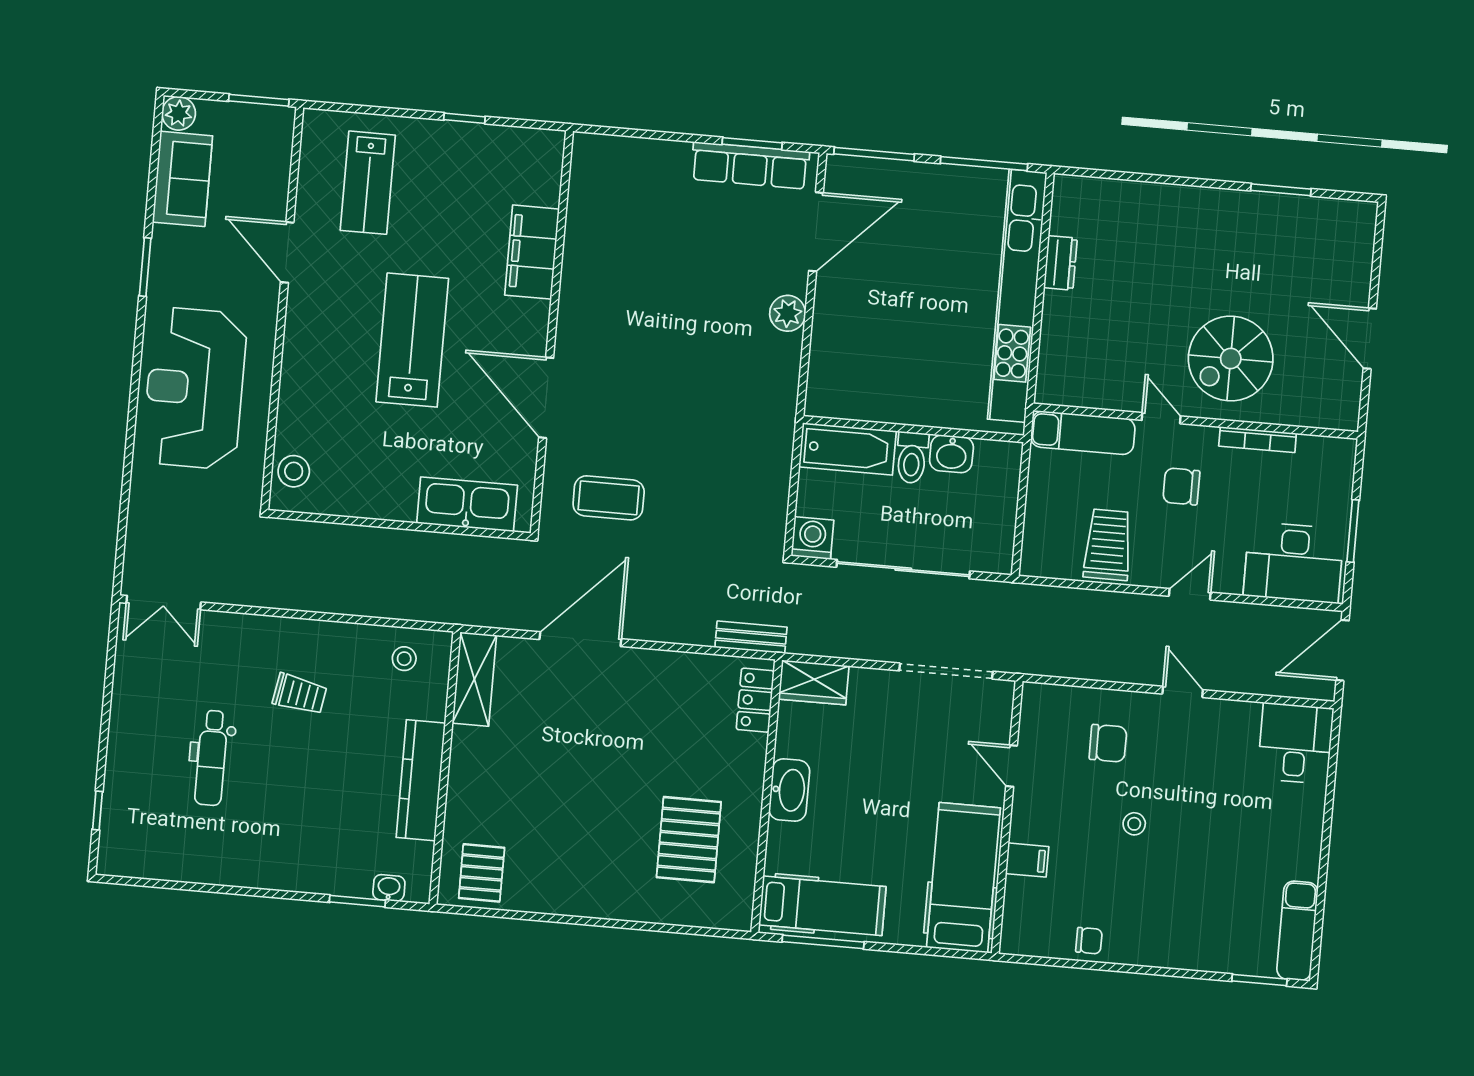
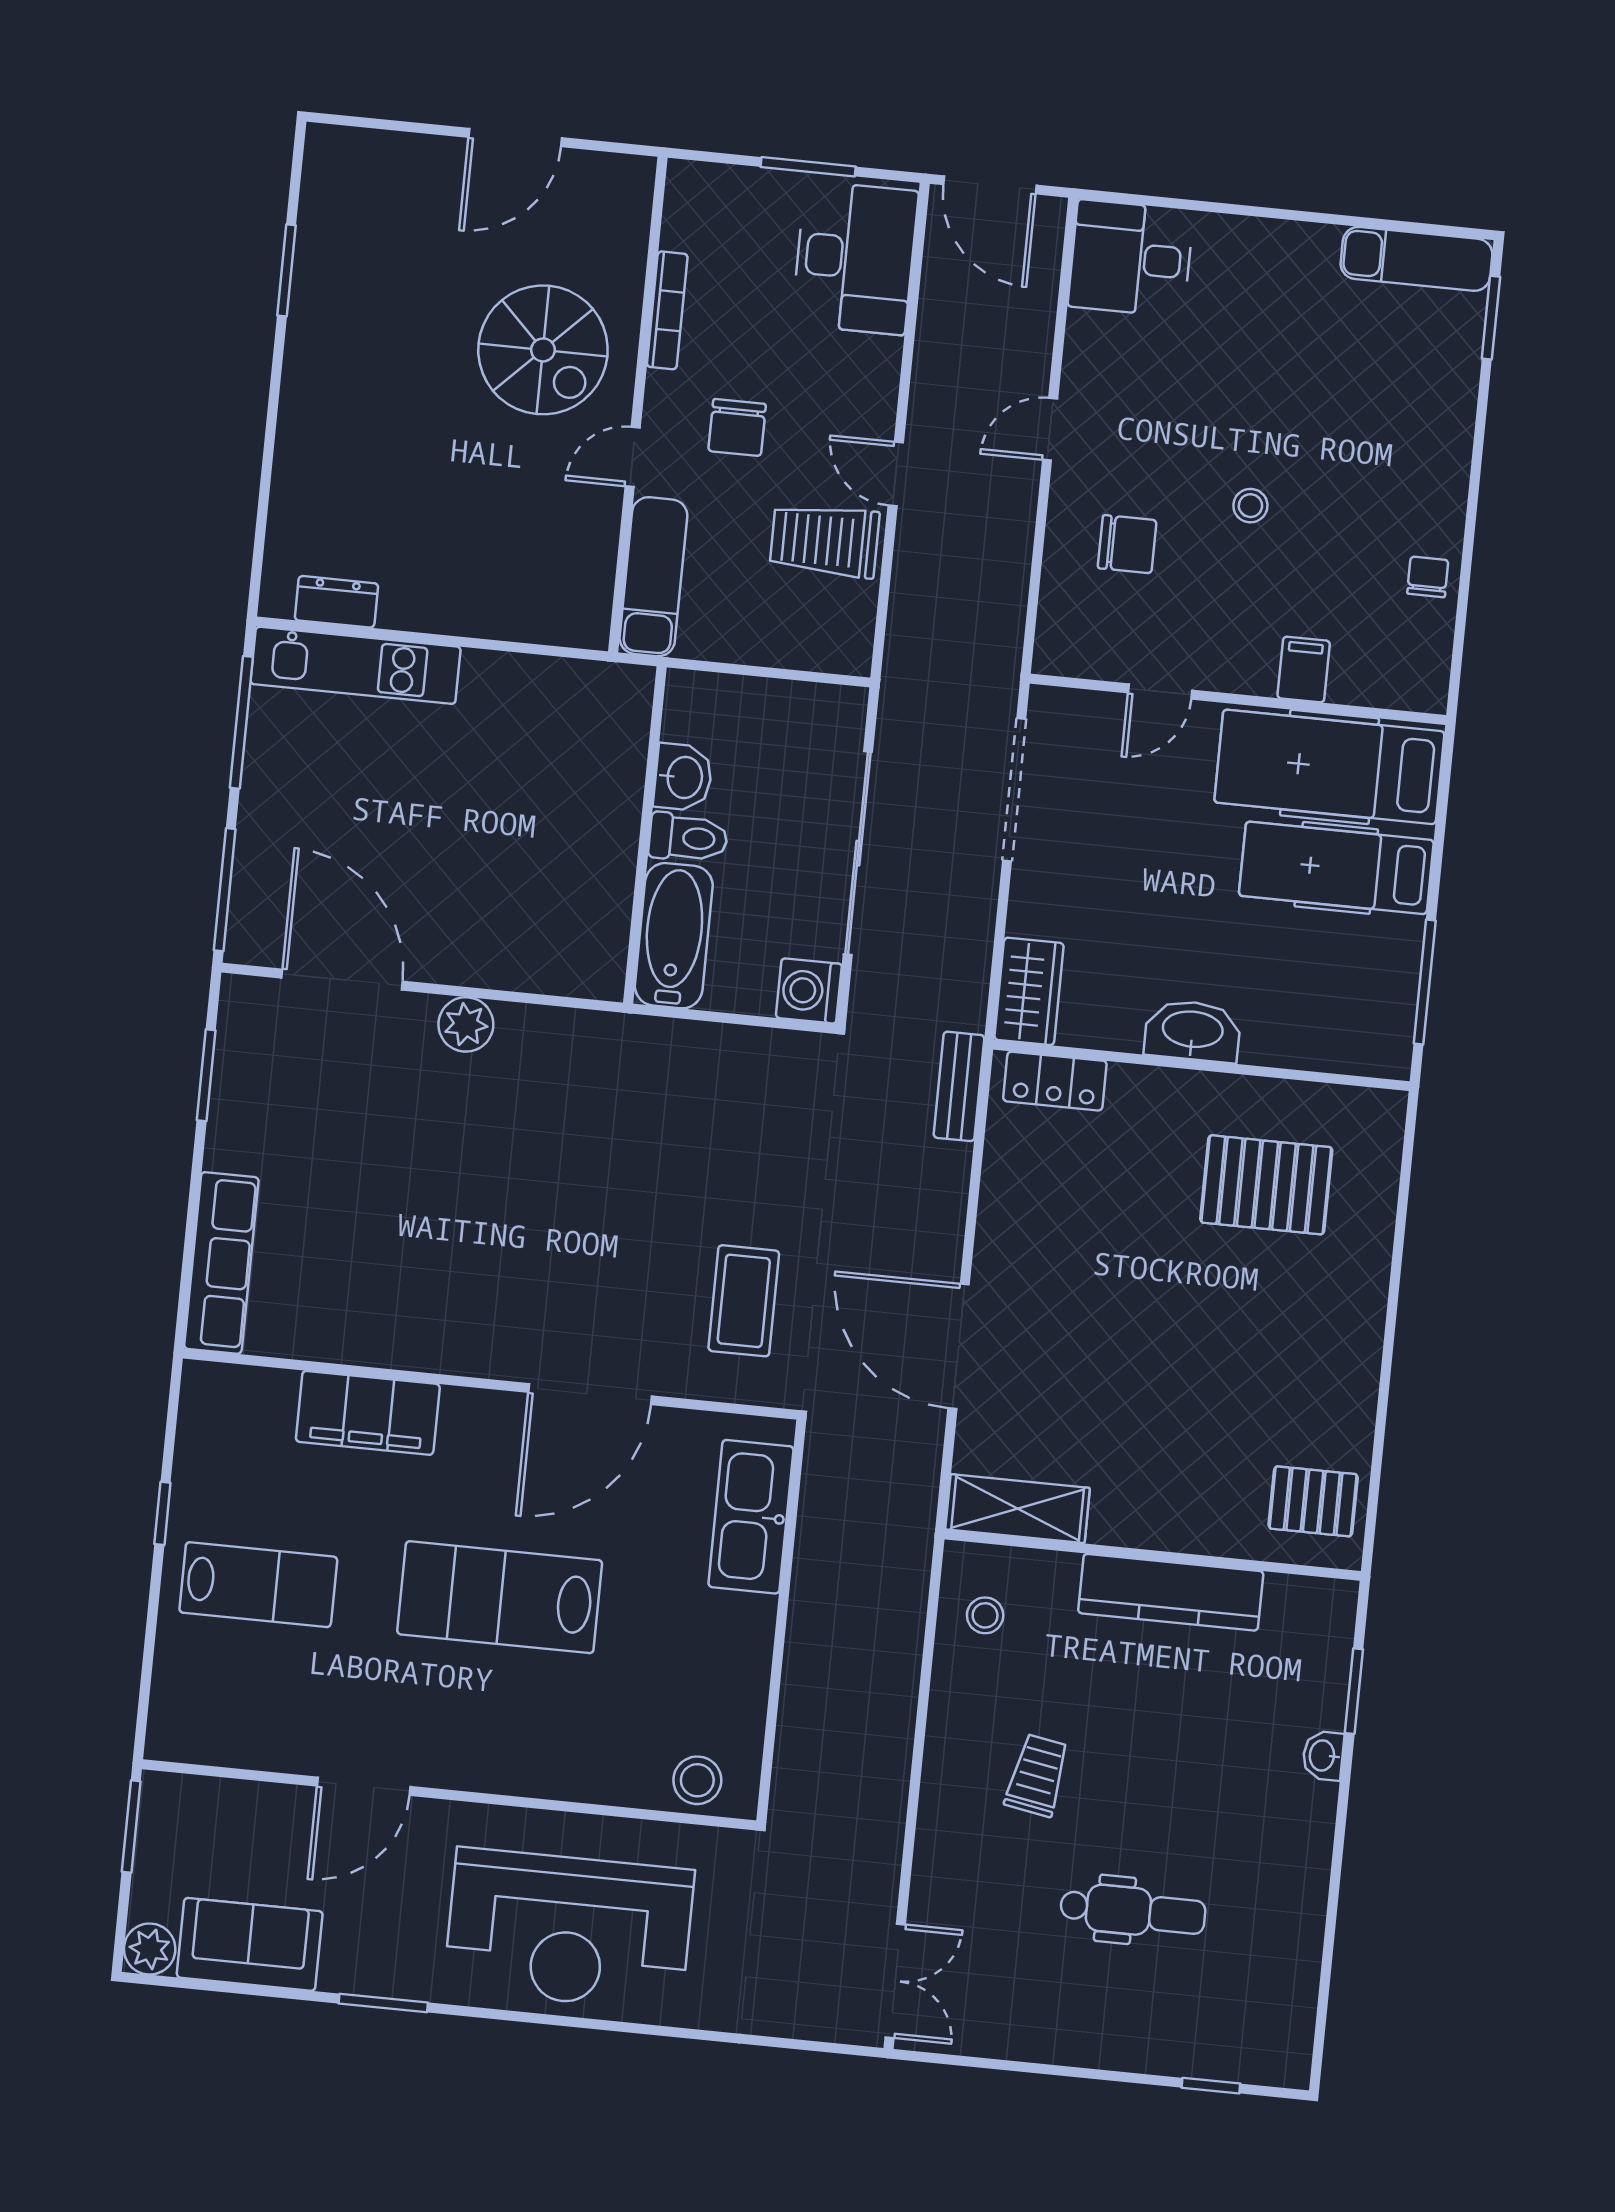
row of seats: (750, 165) -> (221, 1263), moved
lab bench: (368, 183) -> (258, 1585), moved
dresser: (1060, 263) -> (336, 602), moved
kitchen unit: (1017, 296) -> (355, 665), width x0.54
door: (1190, 594) -> (896, 474), moved
chair: (1108, 743) -> (1127, 544), turned 90
washbasin: (389, 888) -> (1323, 1756), moved
hospital bed: (822, 906) -> (1336, 868), moved, turned -90

